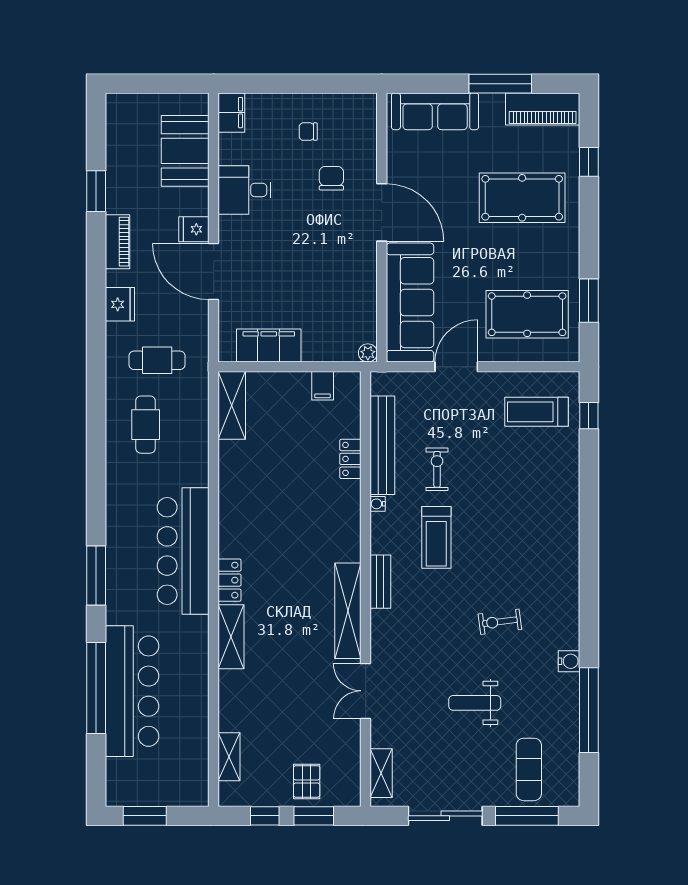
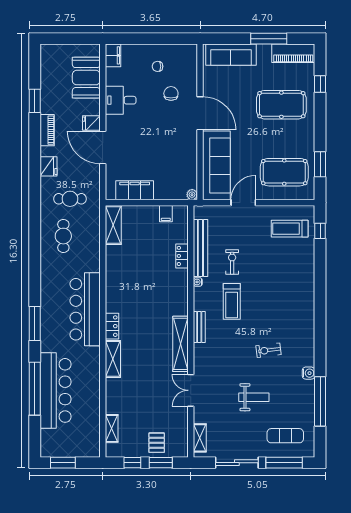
weight bench: (475, 703) -> (254, 397), turned 180
exercise mat: (529, 769) -> (285, 436), turned 90

